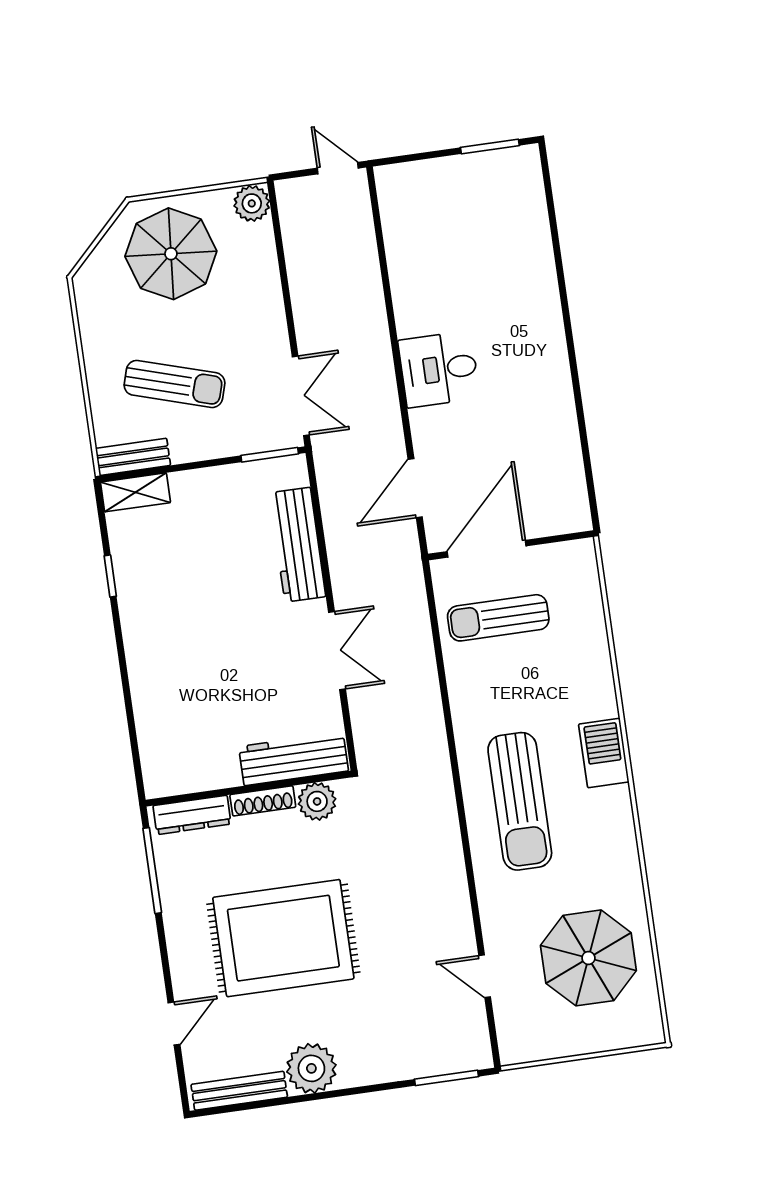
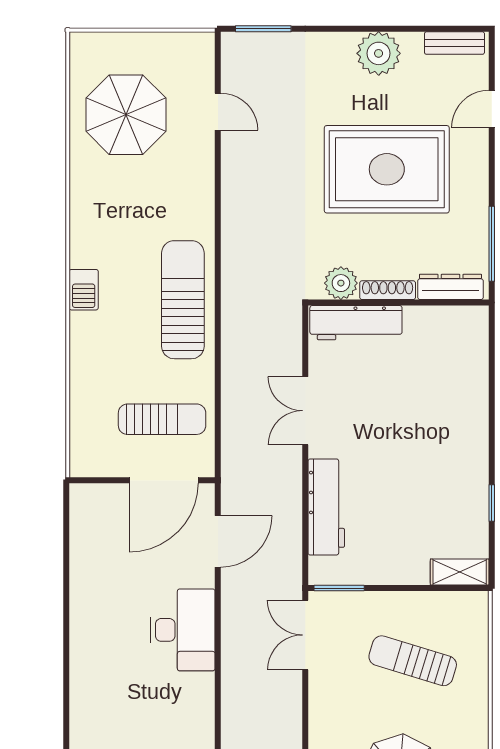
desk: (439, 369) -> (183, 630), width x1.37
bench: (133, 457) -> (457, 603), removed
barbecue: (604, 753) -> (84, 290), width x0.73, depth x0.79
sun lounger: (520, 801) -> (183, 300), moved
bench: (239, 1091) -> (454, 43), width x0.73

